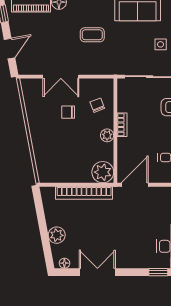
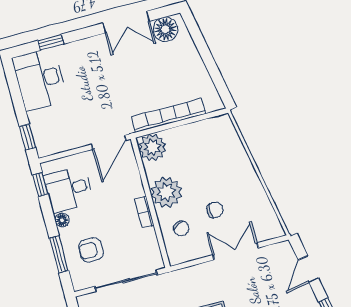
plant: (107, 135) -> (166, 192), width x1.88, depth x1.88
plant: (57, 235) -> (188, 54), removed
floor lamp: (64, 263) -> (165, 29), width x1.89, depth x1.89

